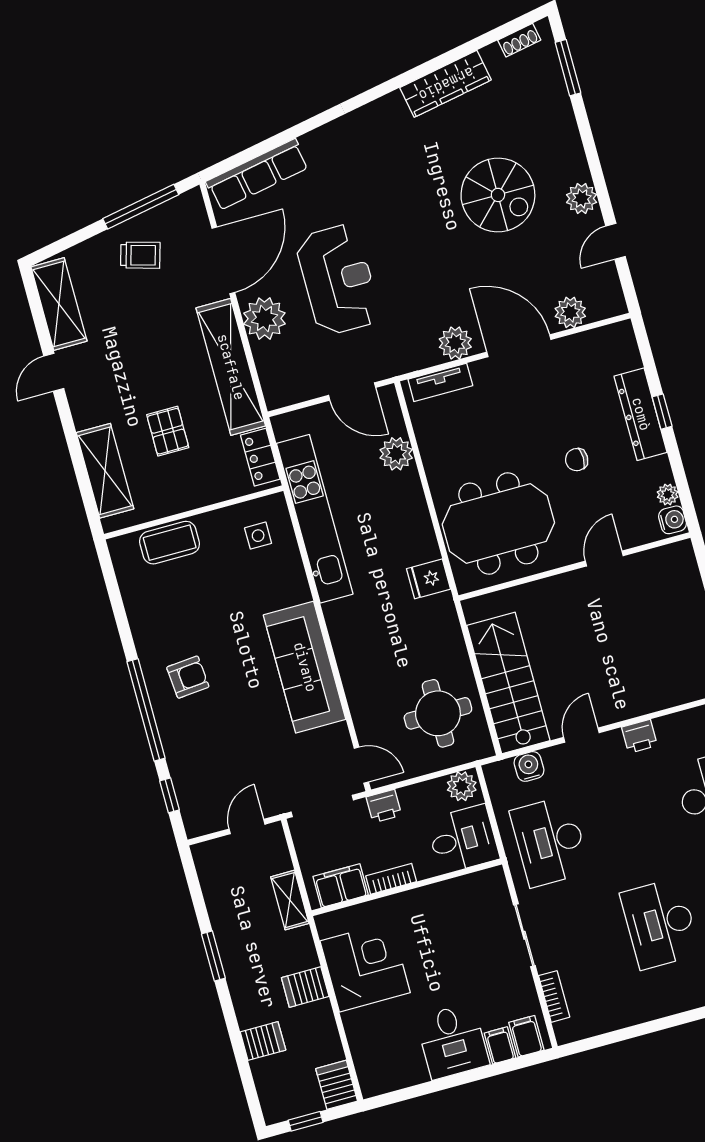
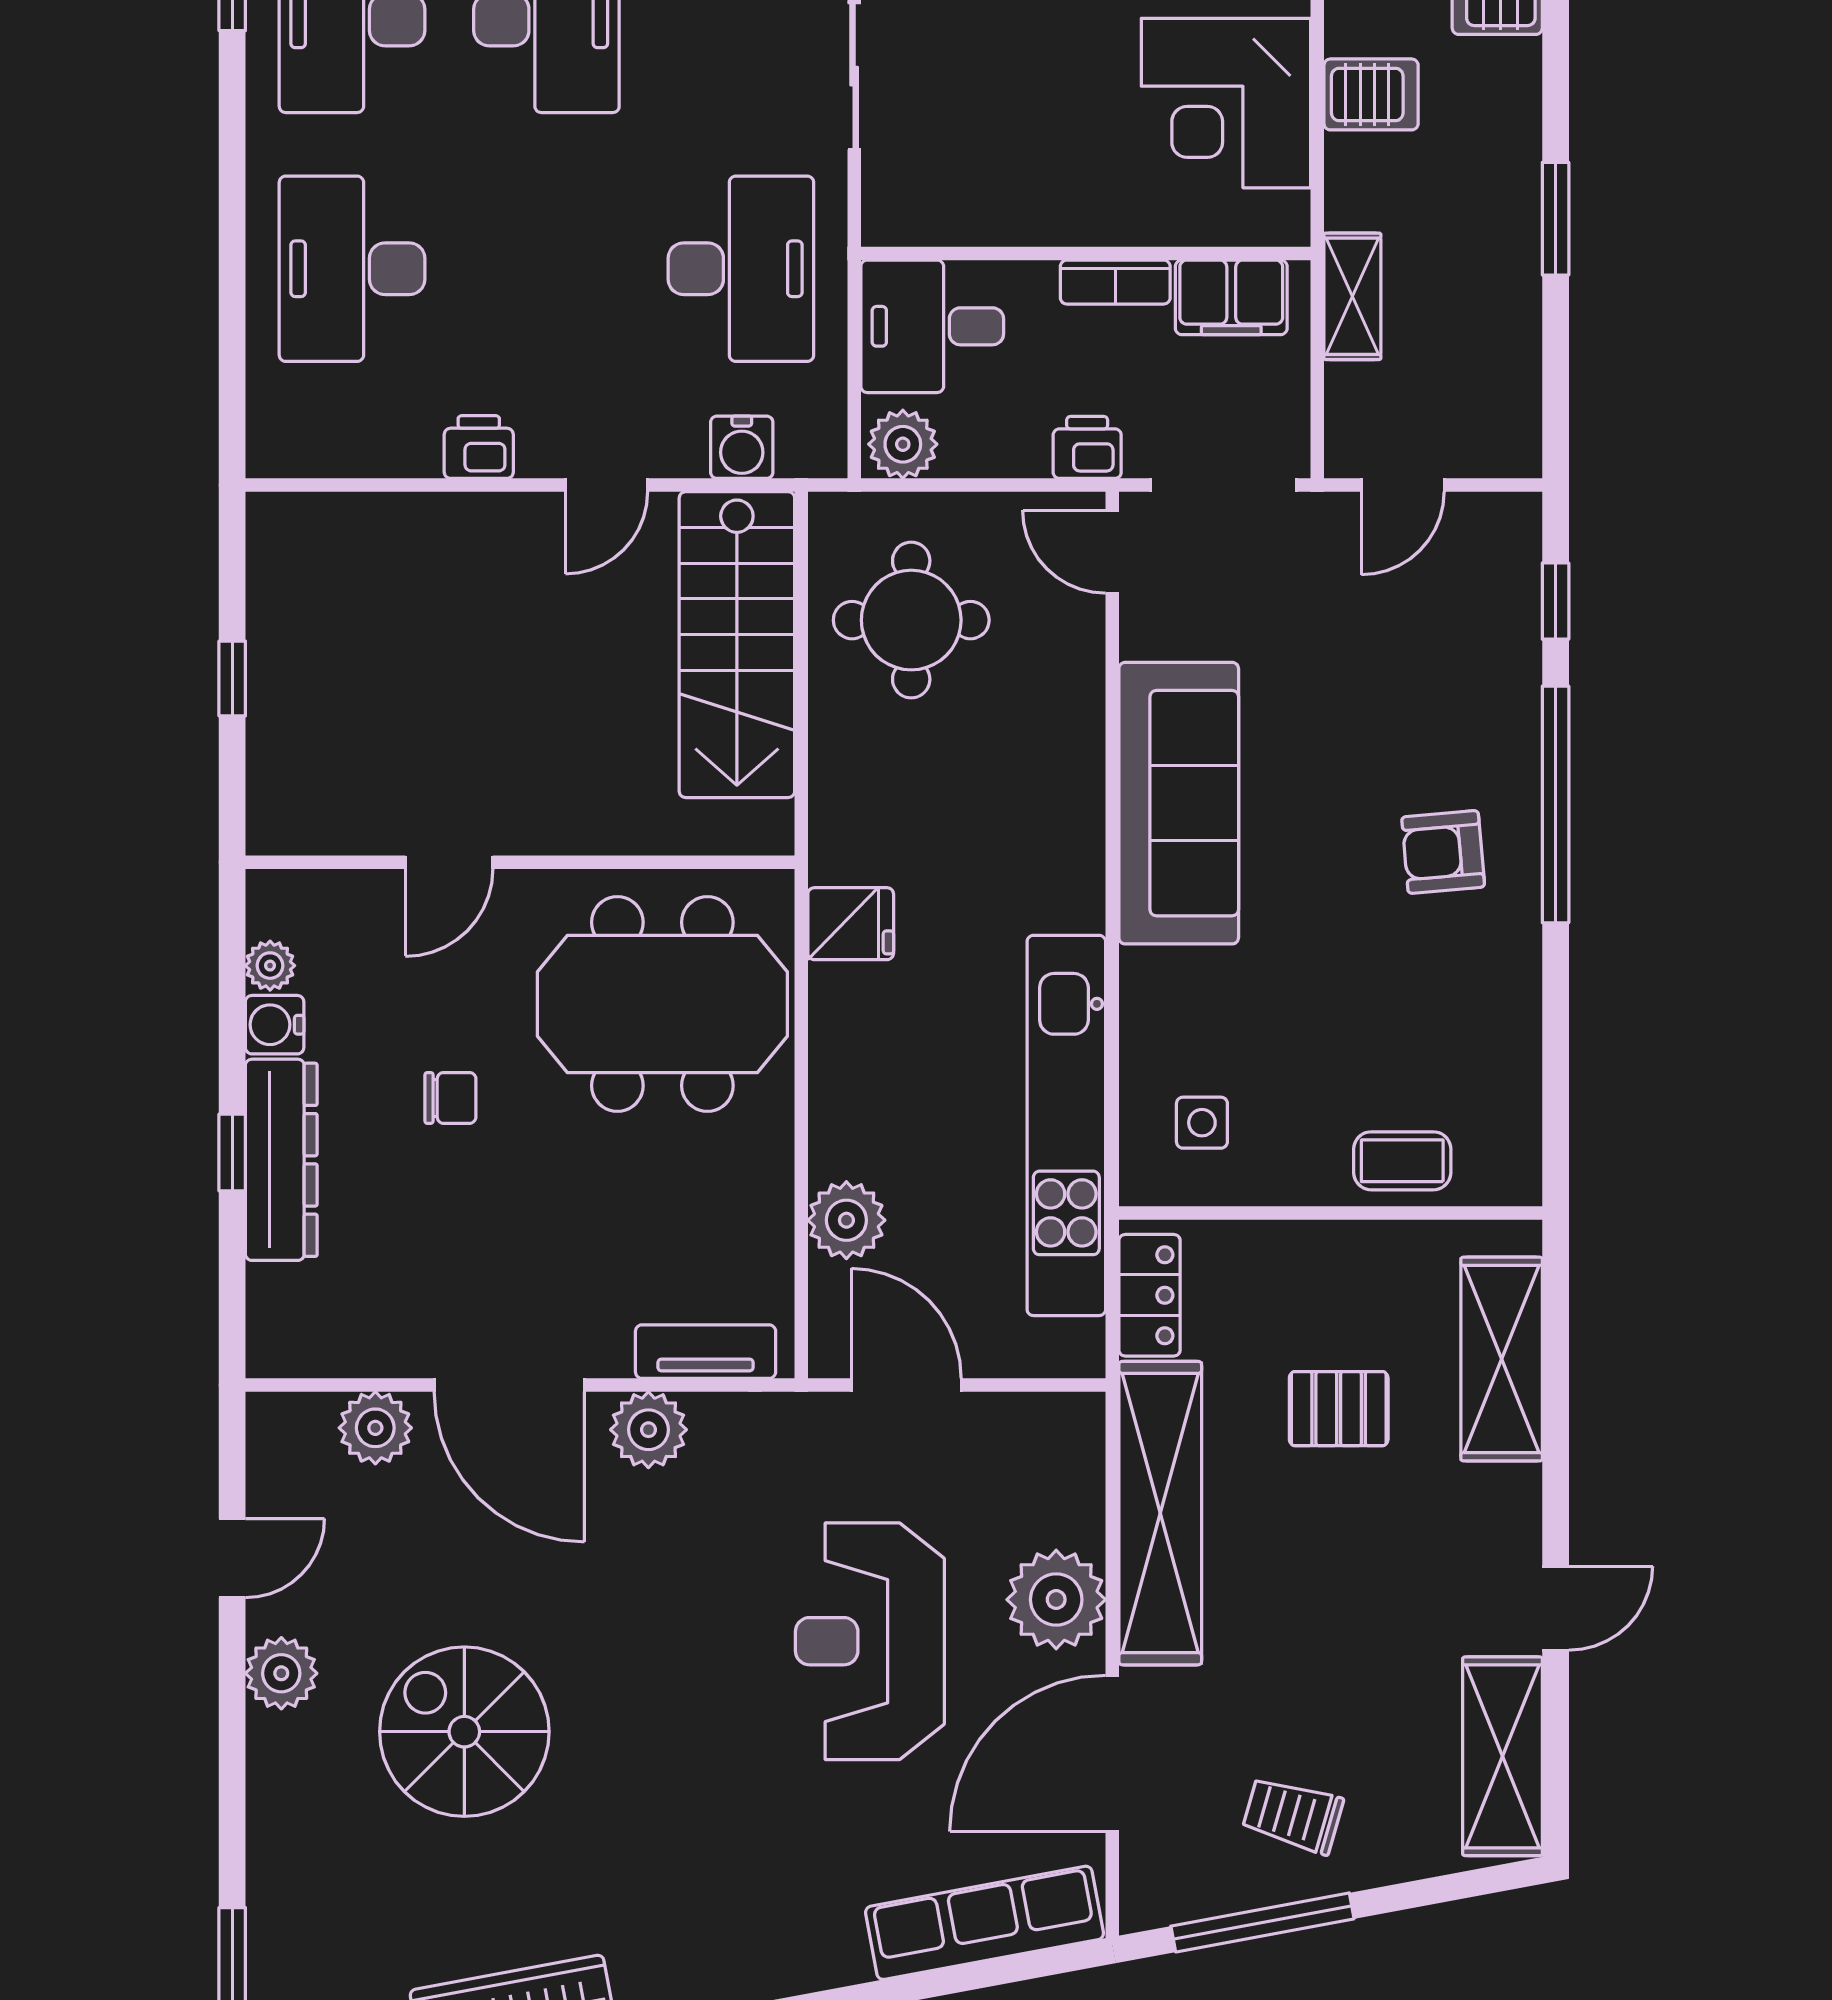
pallet: (168, 431) -> (1339, 1409), turned 90
water cooler: (672, 520) -> (275, 1025), moved
coffee table: (170, 543) -> (1402, 1161), width x0.73, depth x0.77

